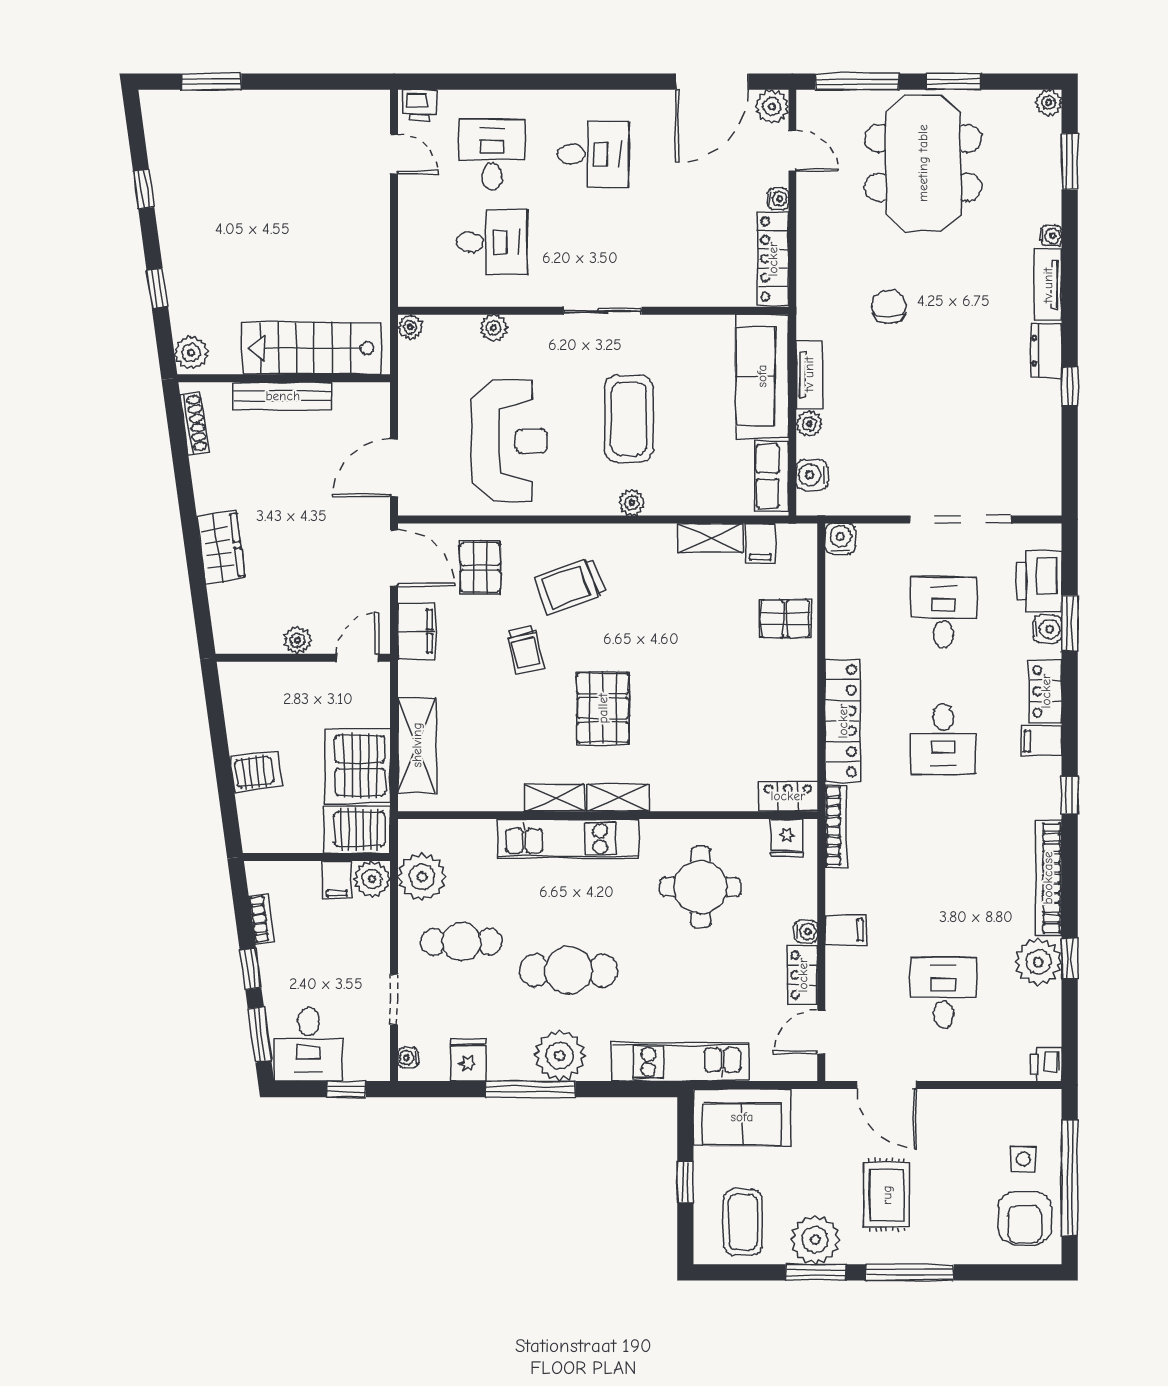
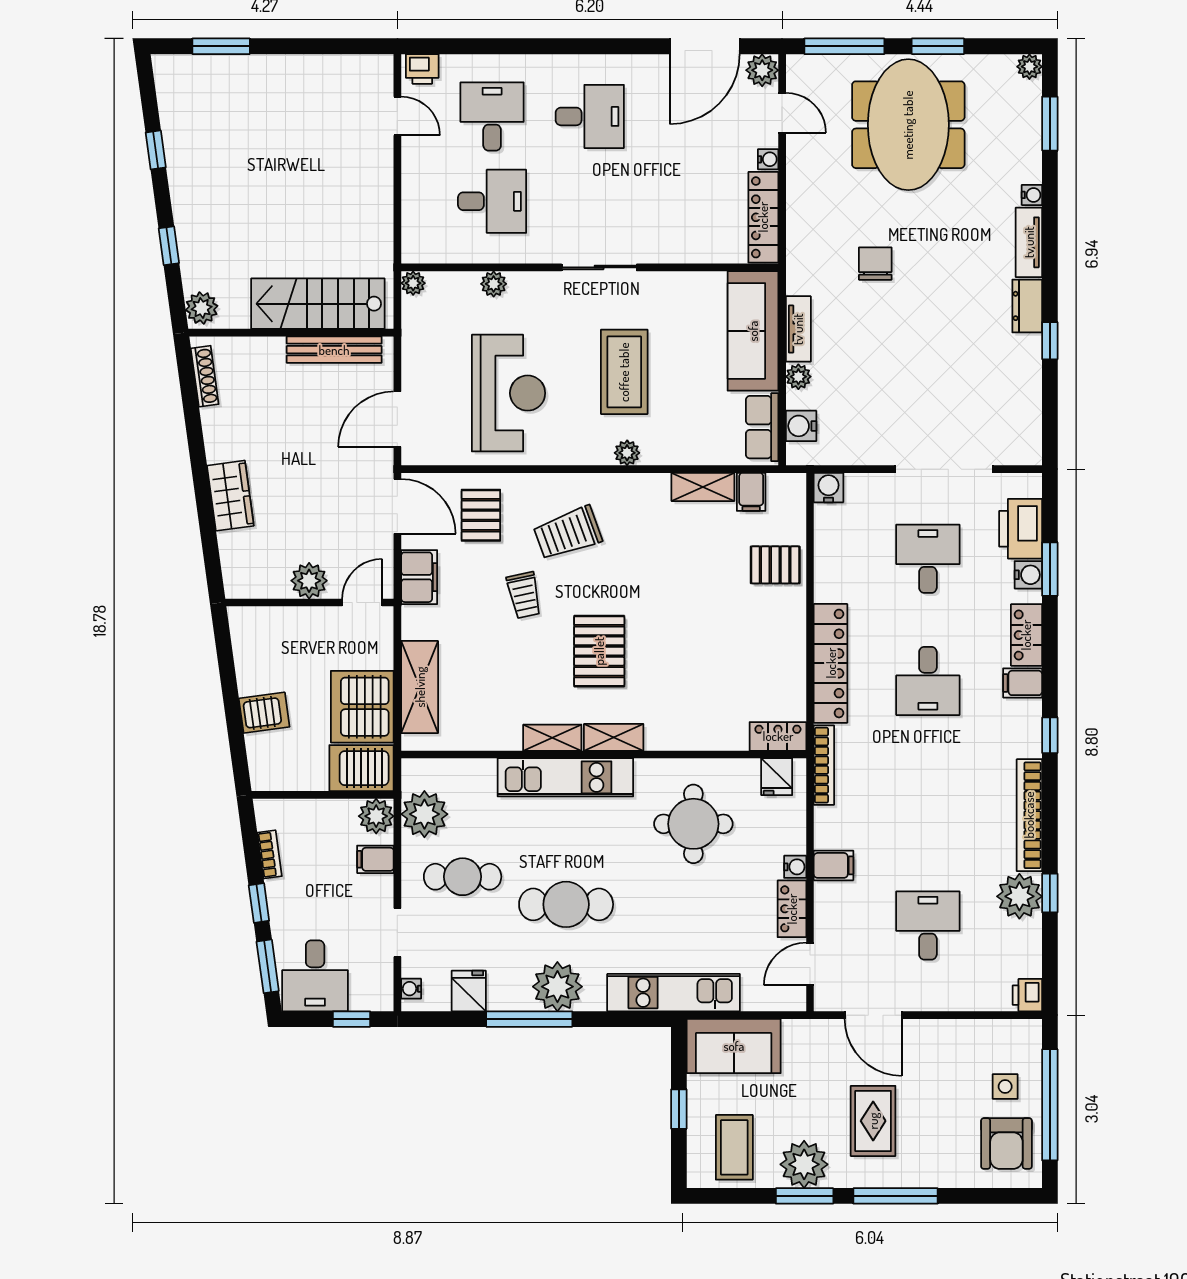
bench: (283, 396) -> (334, 350), moved
plant: (297, 640) -> (309, 581), width x1.38, depth x1.38
filing cabinet: (337, 880) -> (375, 859), moved, turned 90

